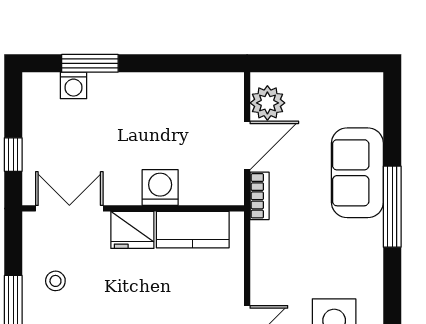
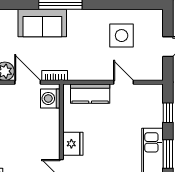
washing machine: (160, 188) -> (50, 98), moved
kitchen counter: (193, 230) -> (90, 94), moved, turned 90

